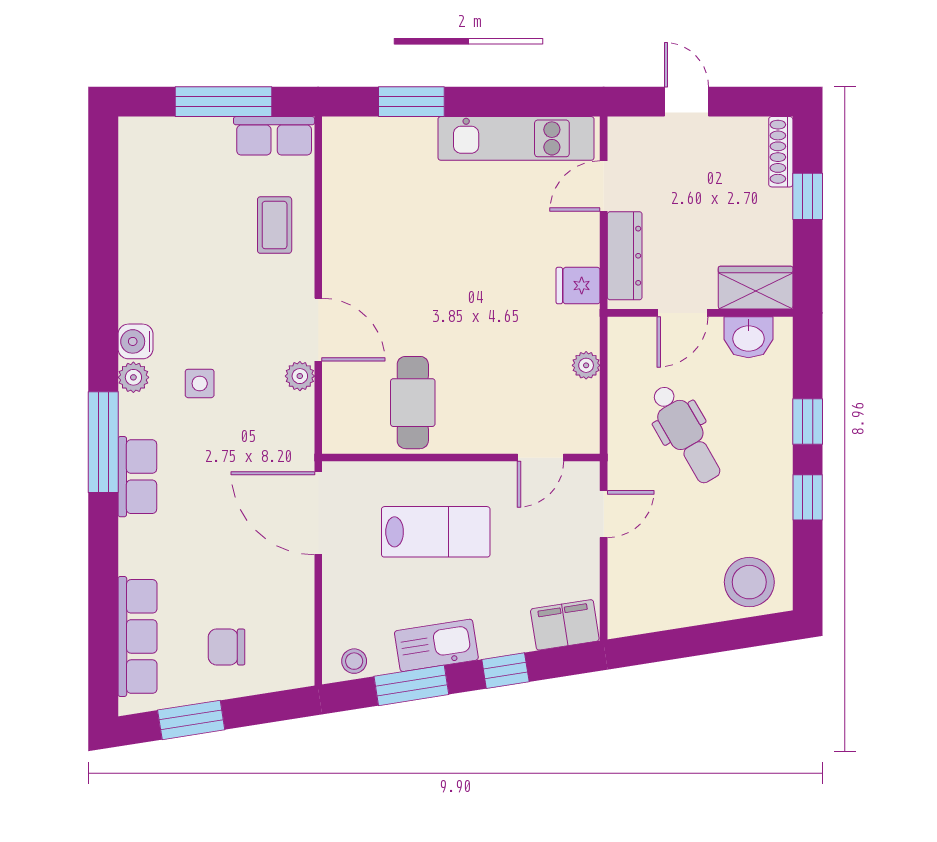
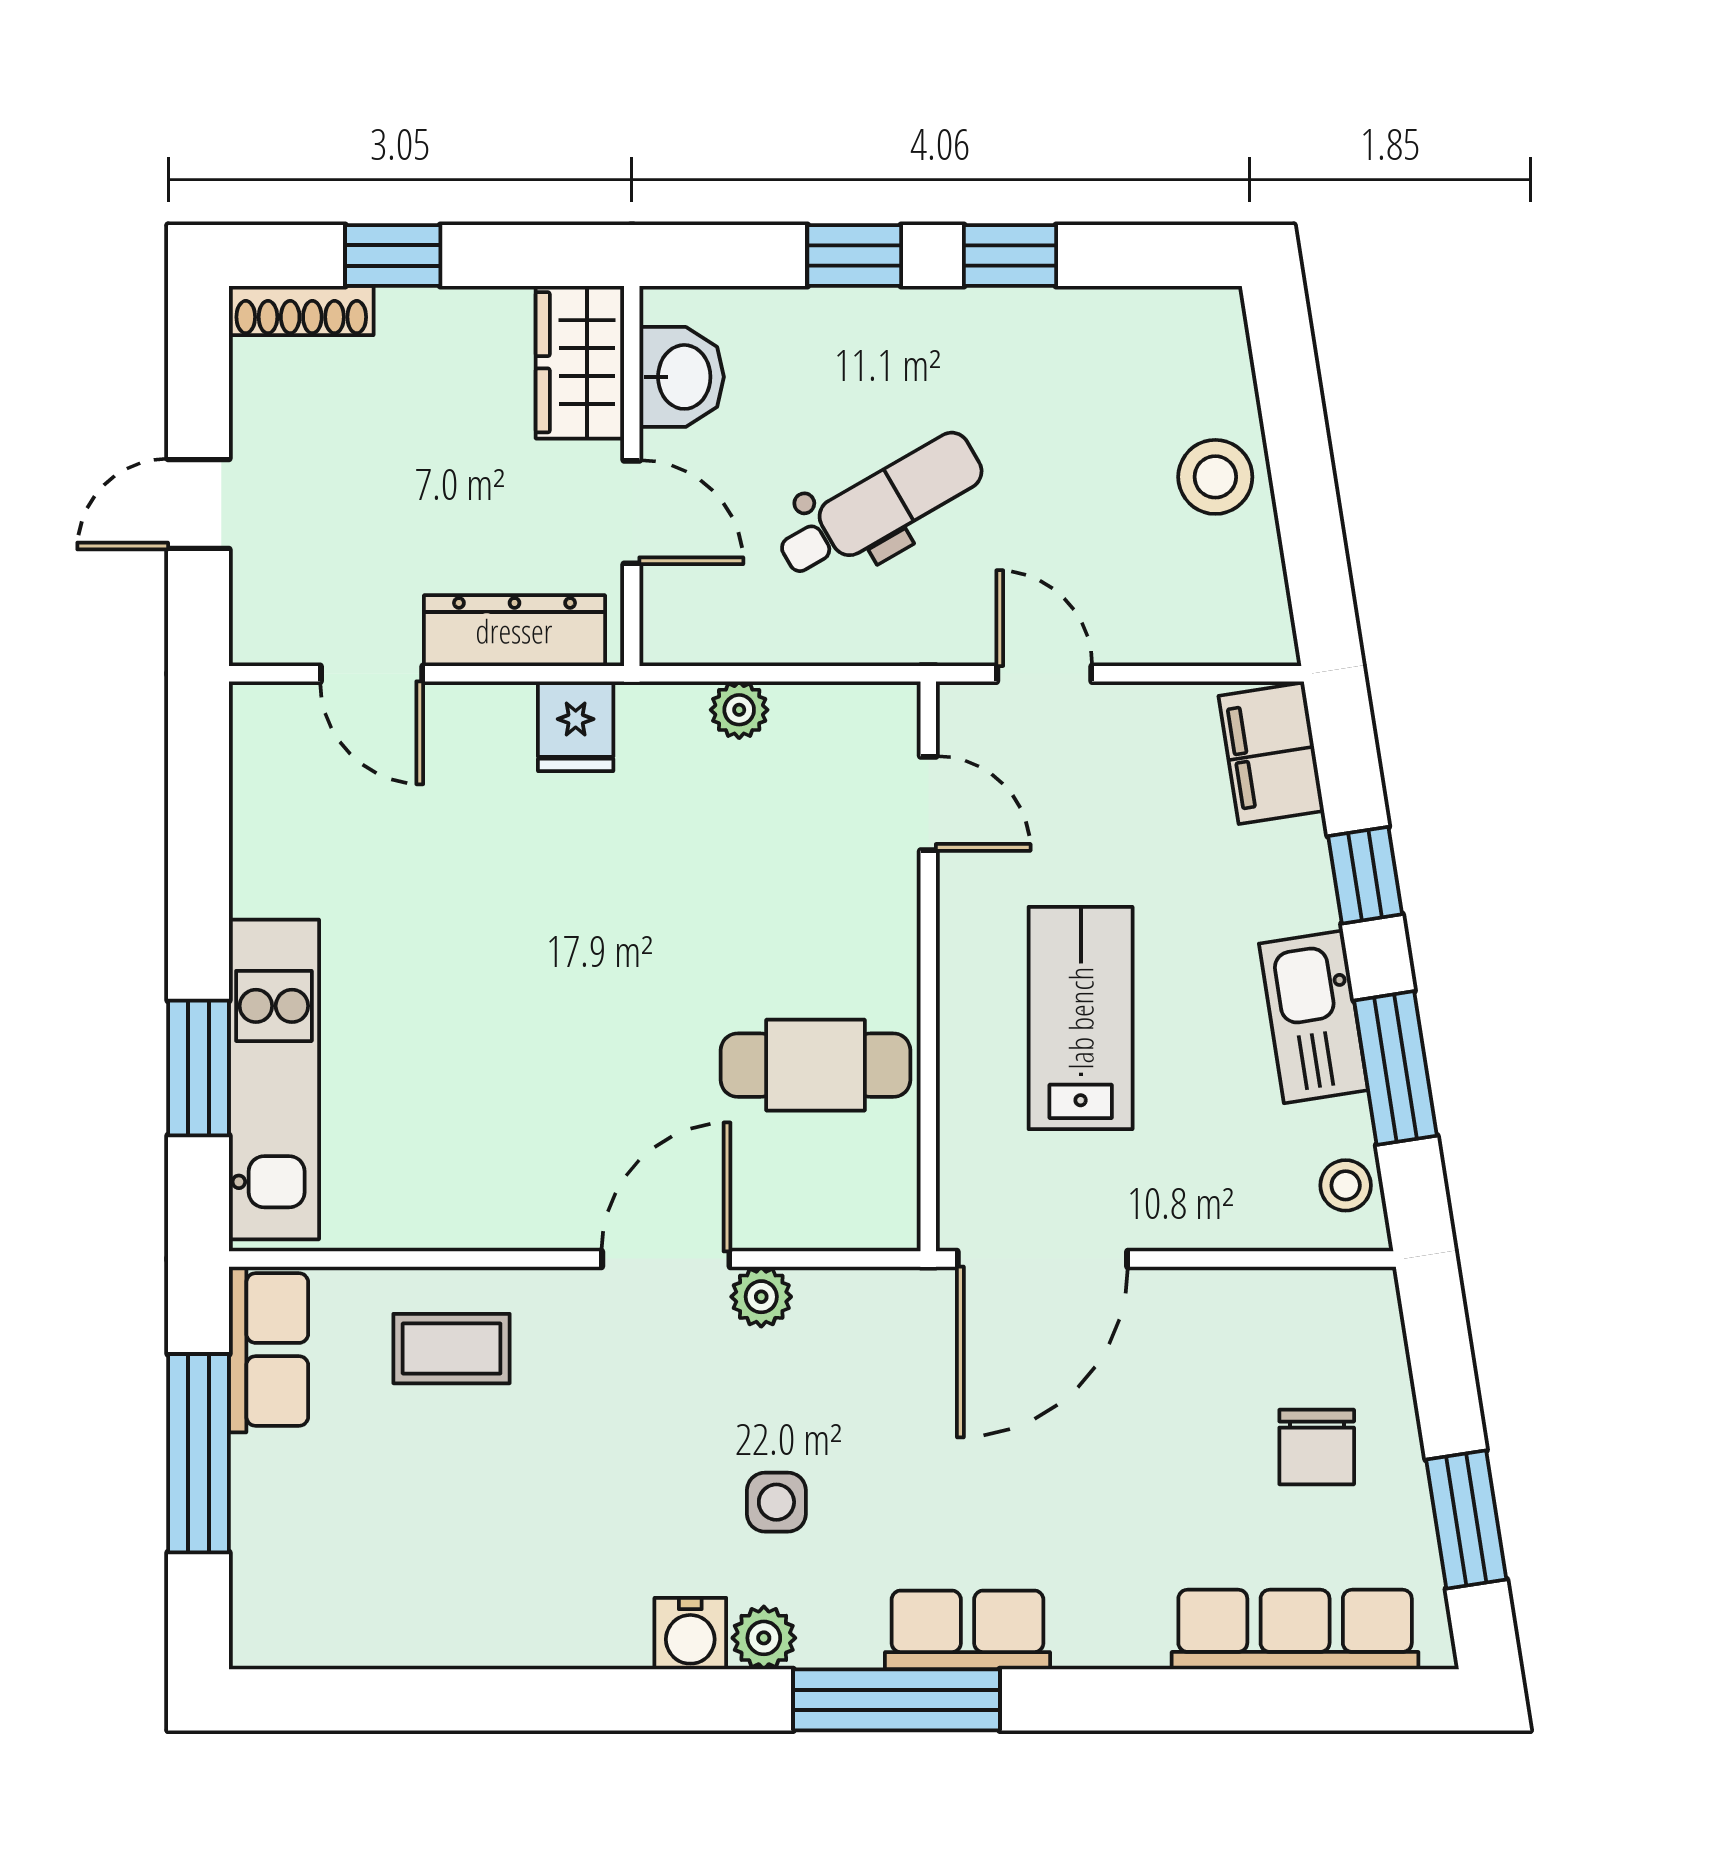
kitchen unit: (516, 138) -> (274, 1079), moved
stool: (749, 582) -> (1215, 477), moved, width x0.73, depth x0.73

